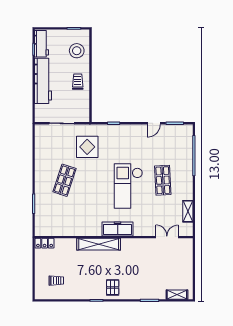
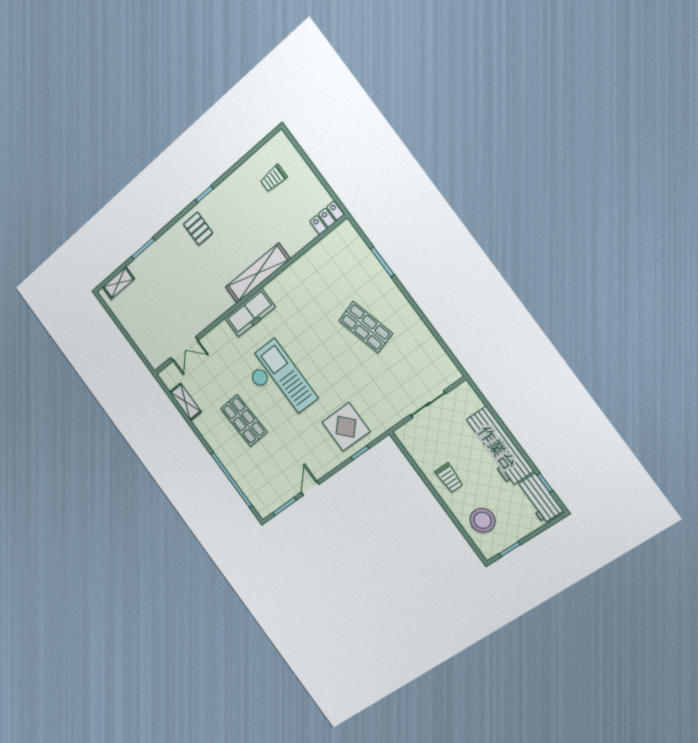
display table: (87, 147) -> (346, 427), moved
shop shelf: (65, 180) -> (366, 327), turned -33

